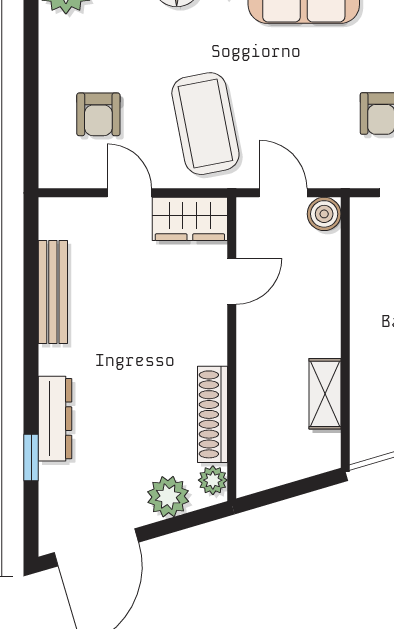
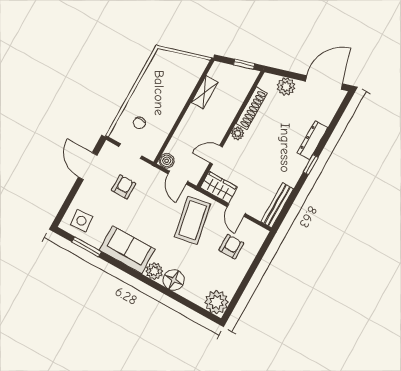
bench: (53, 292) -> (277, 205), moved
window: (31, 457) -> (311, 165), moved
plant: (213, 480) -> (238, 133), moved
window: (277, 494) -> (244, 64), added

